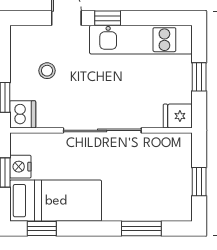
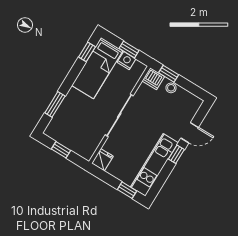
stool: (47, 71) -> (171, 88), moved
window: (199, 77) -> (127, 190), moved

